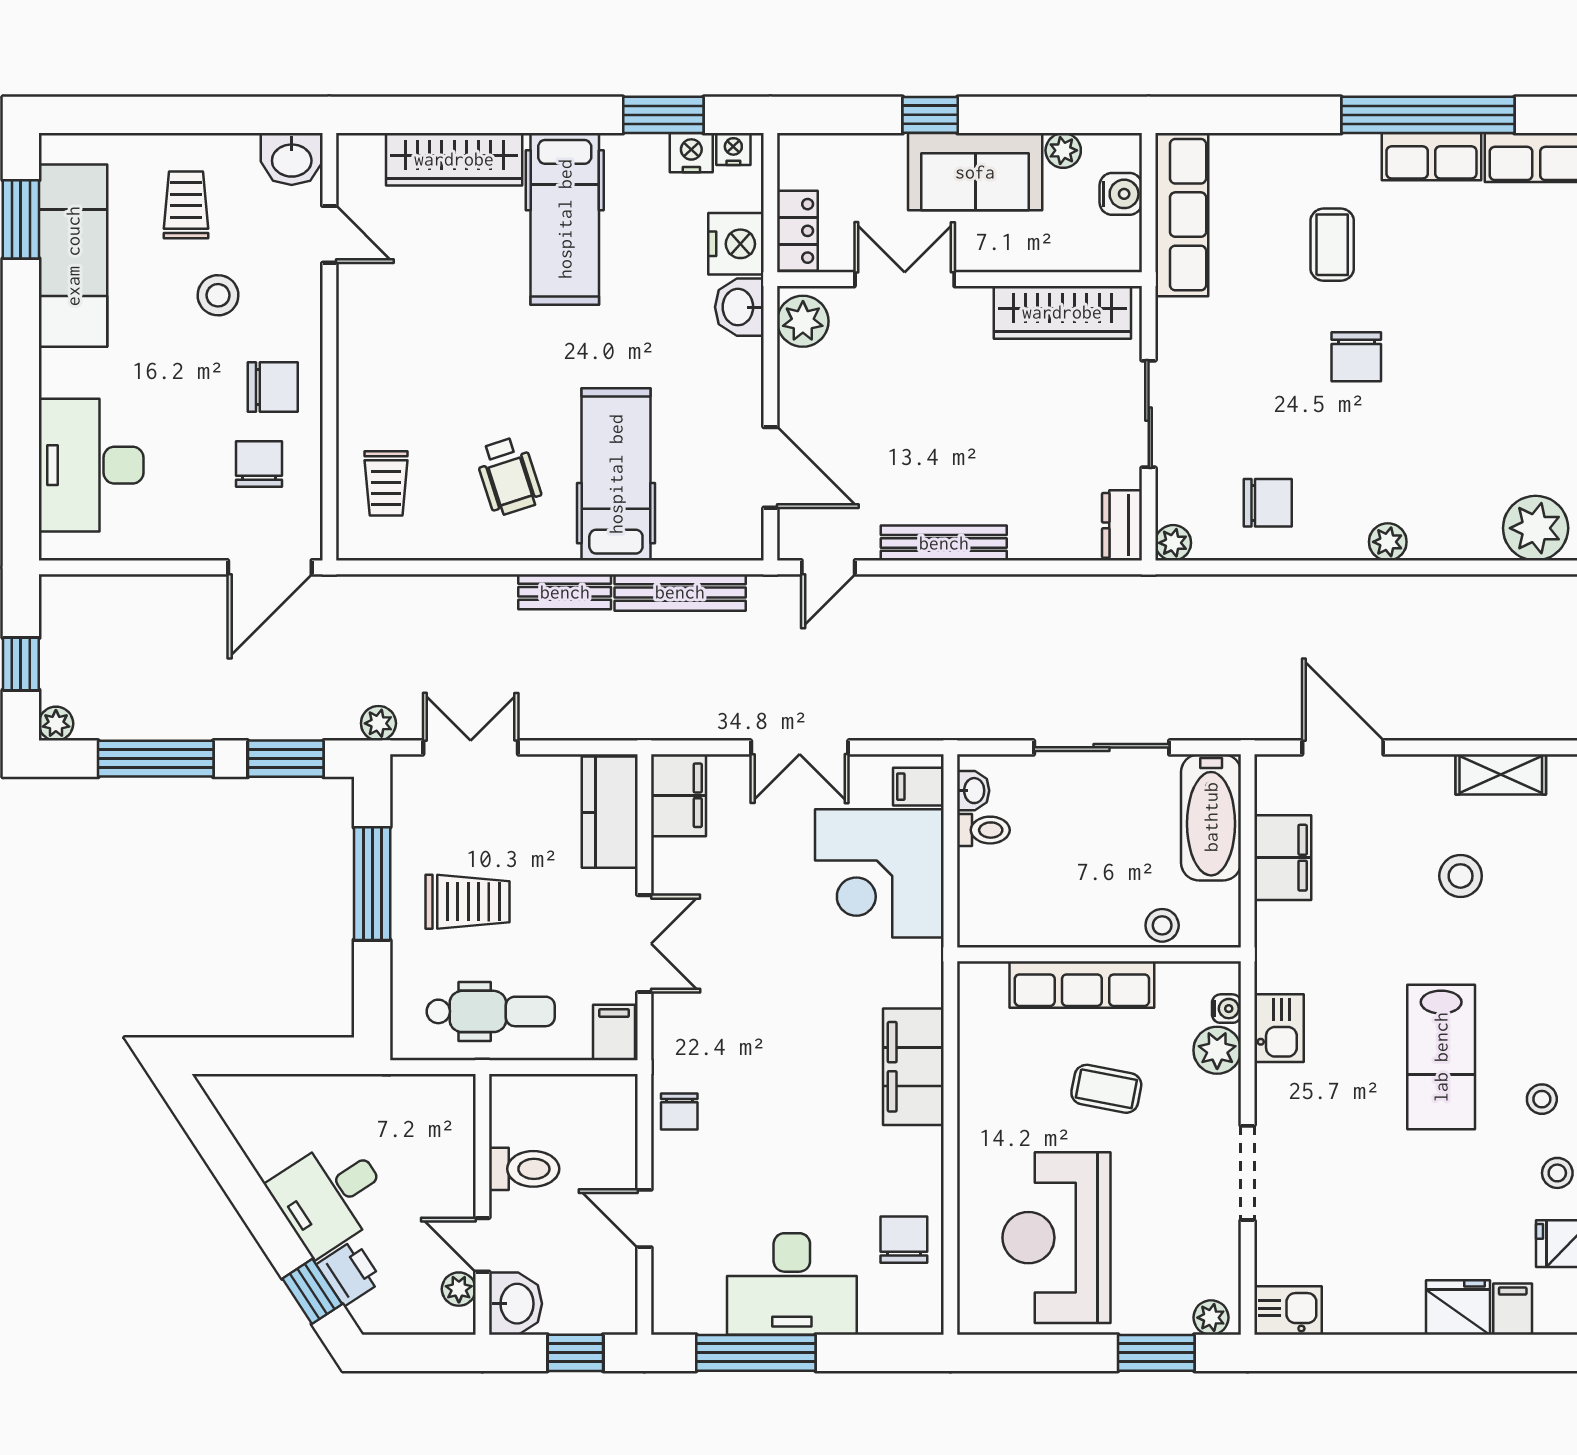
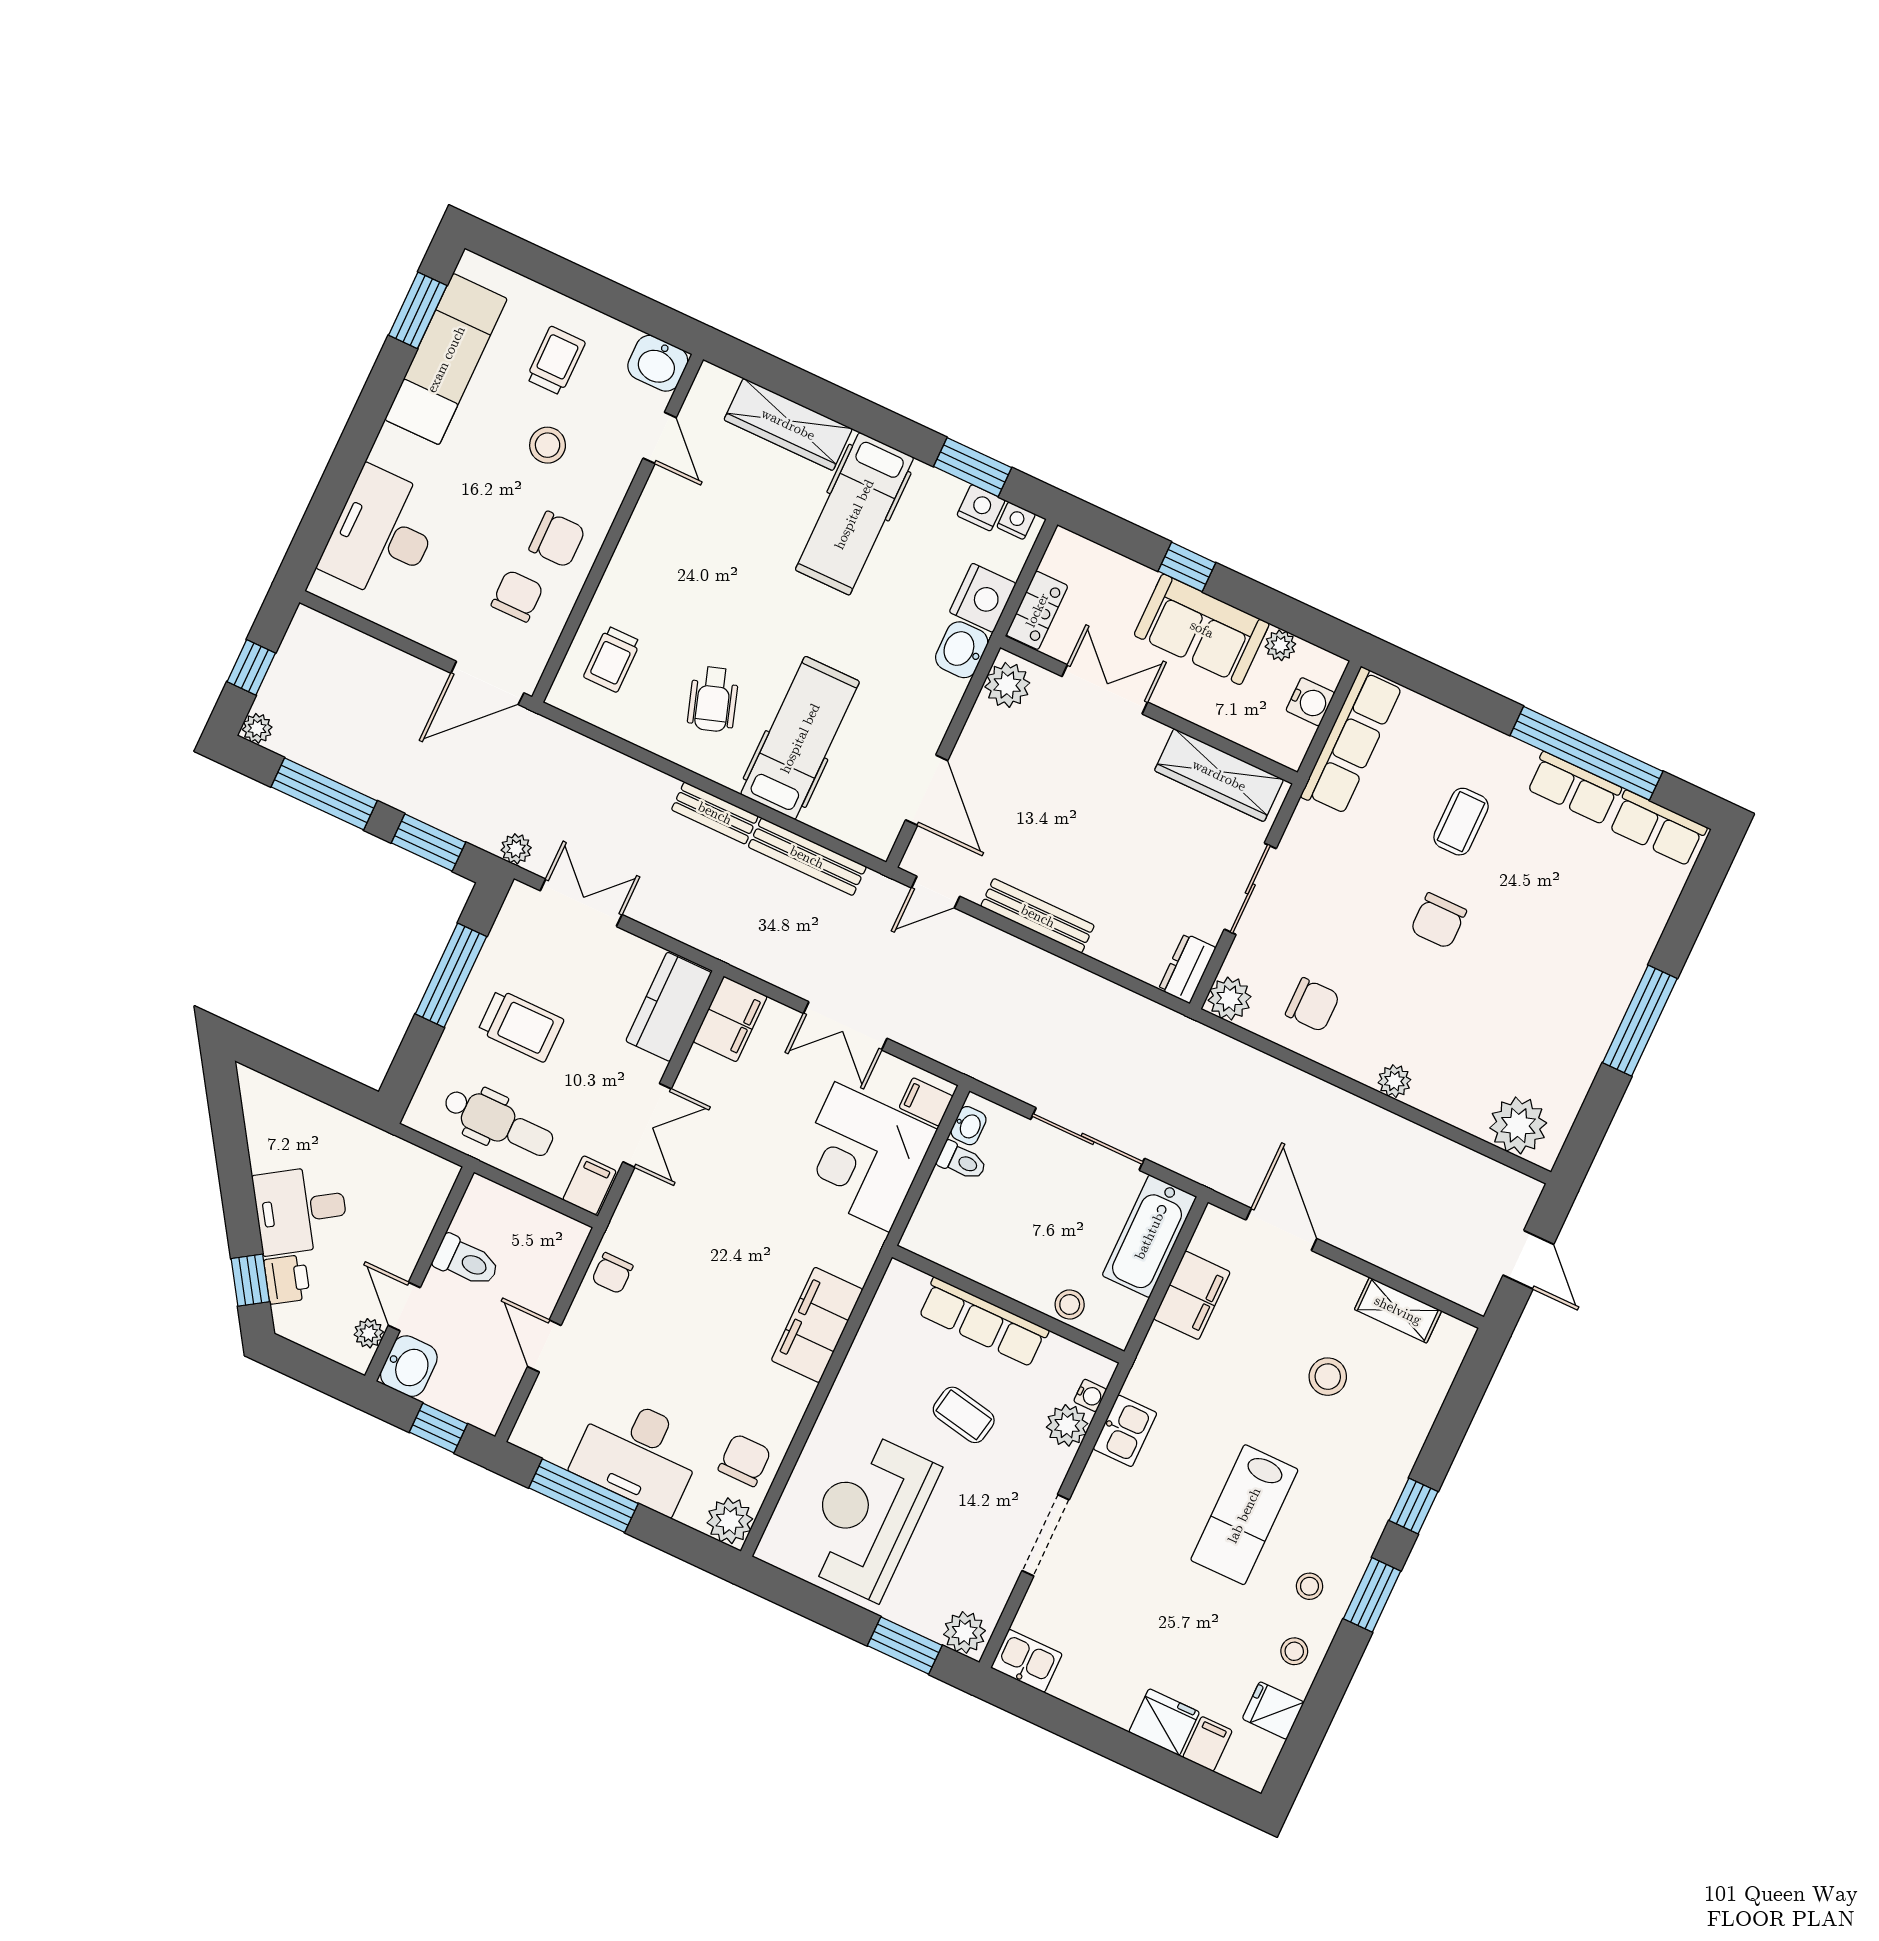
plant: (1173, 543) -> (1230, 999), width x1.38, depth x1.38
plant: (918, 1309) -> (730, 1521), added
plant: (1211, 1318) -> (965, 1632), width x1.38, depth x1.38

